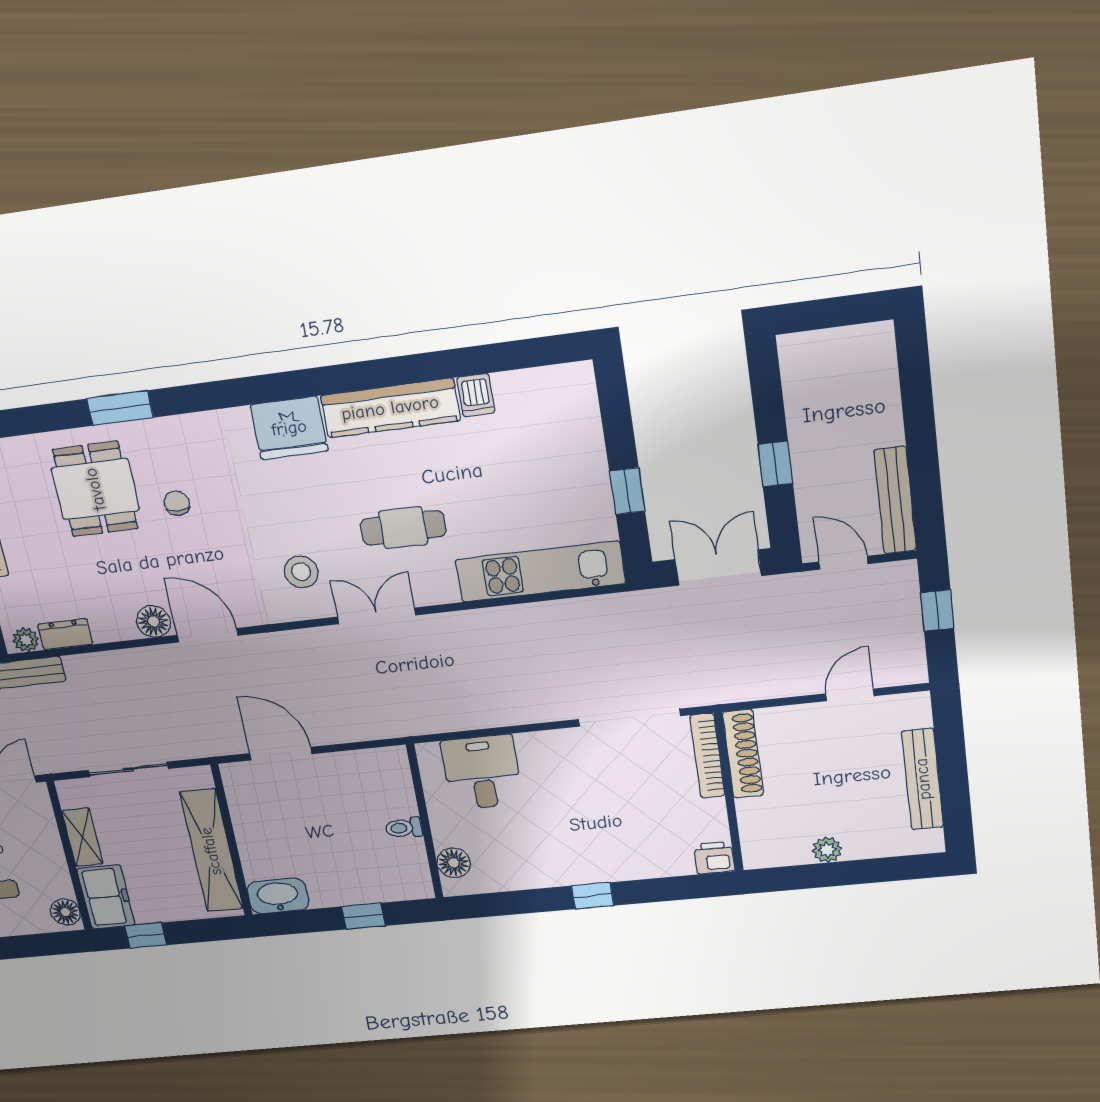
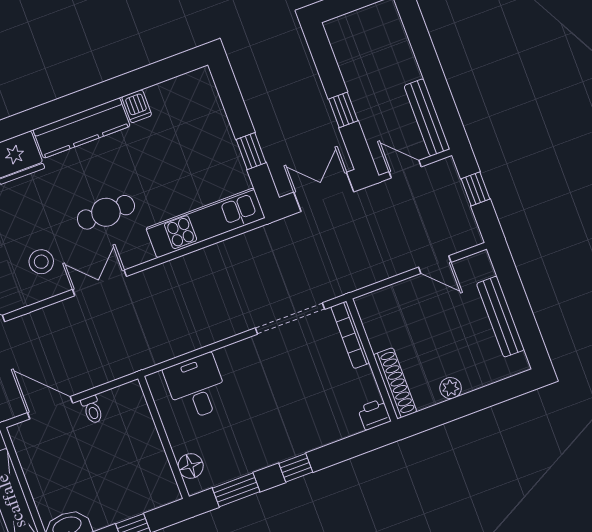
door: (850, 695) -> (435, 265), swing flipped
shoe rack: (743, 754) -> (395, 383), moved
toilet: (404, 828) -> (92, 410), moved, turned -90
window: (507, 903) -> (236, 490), added

